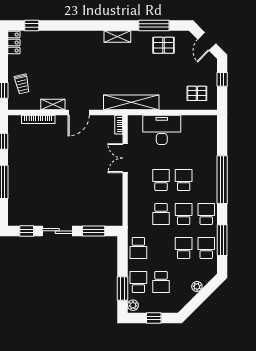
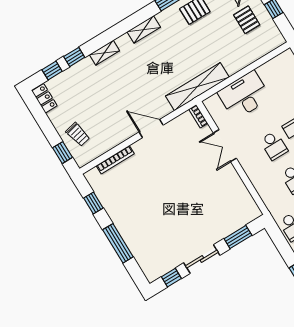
window: (54, 26) -> (74, 57), added
pallet: (197, 93) -> (247, 20), moved, turned 90
shelving: (53, 105) -> (104, 53), moved
door: (79, 112) -> (151, 128), swing flipped
school desk: (161, 180) -> (274, 146), turned 180

